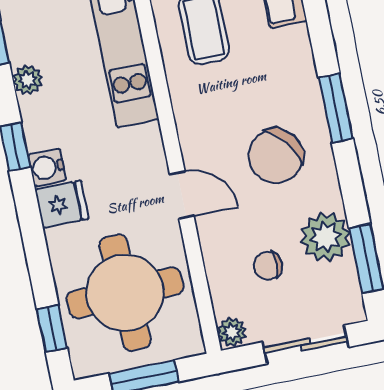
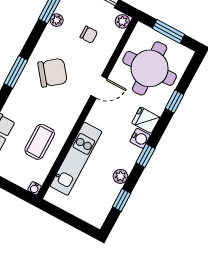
door: (182, 195) -> (99, 87), swing flipped
plant: (325, 237) -> (57, 20), width x0.53, depth x0.53
window: (52, 329) -> (175, 101), moved

